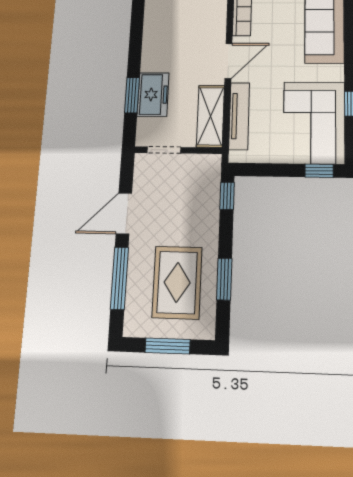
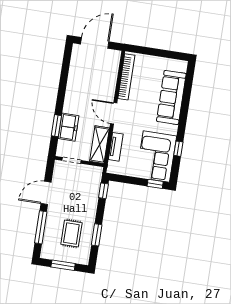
door: (228, 61) -> (114, 113), swing flipped
tv unit: (239, 116) -> (116, 147), width x0.71
rug: (177, 282) -> (71, 233), width x0.73, depth x0.70

